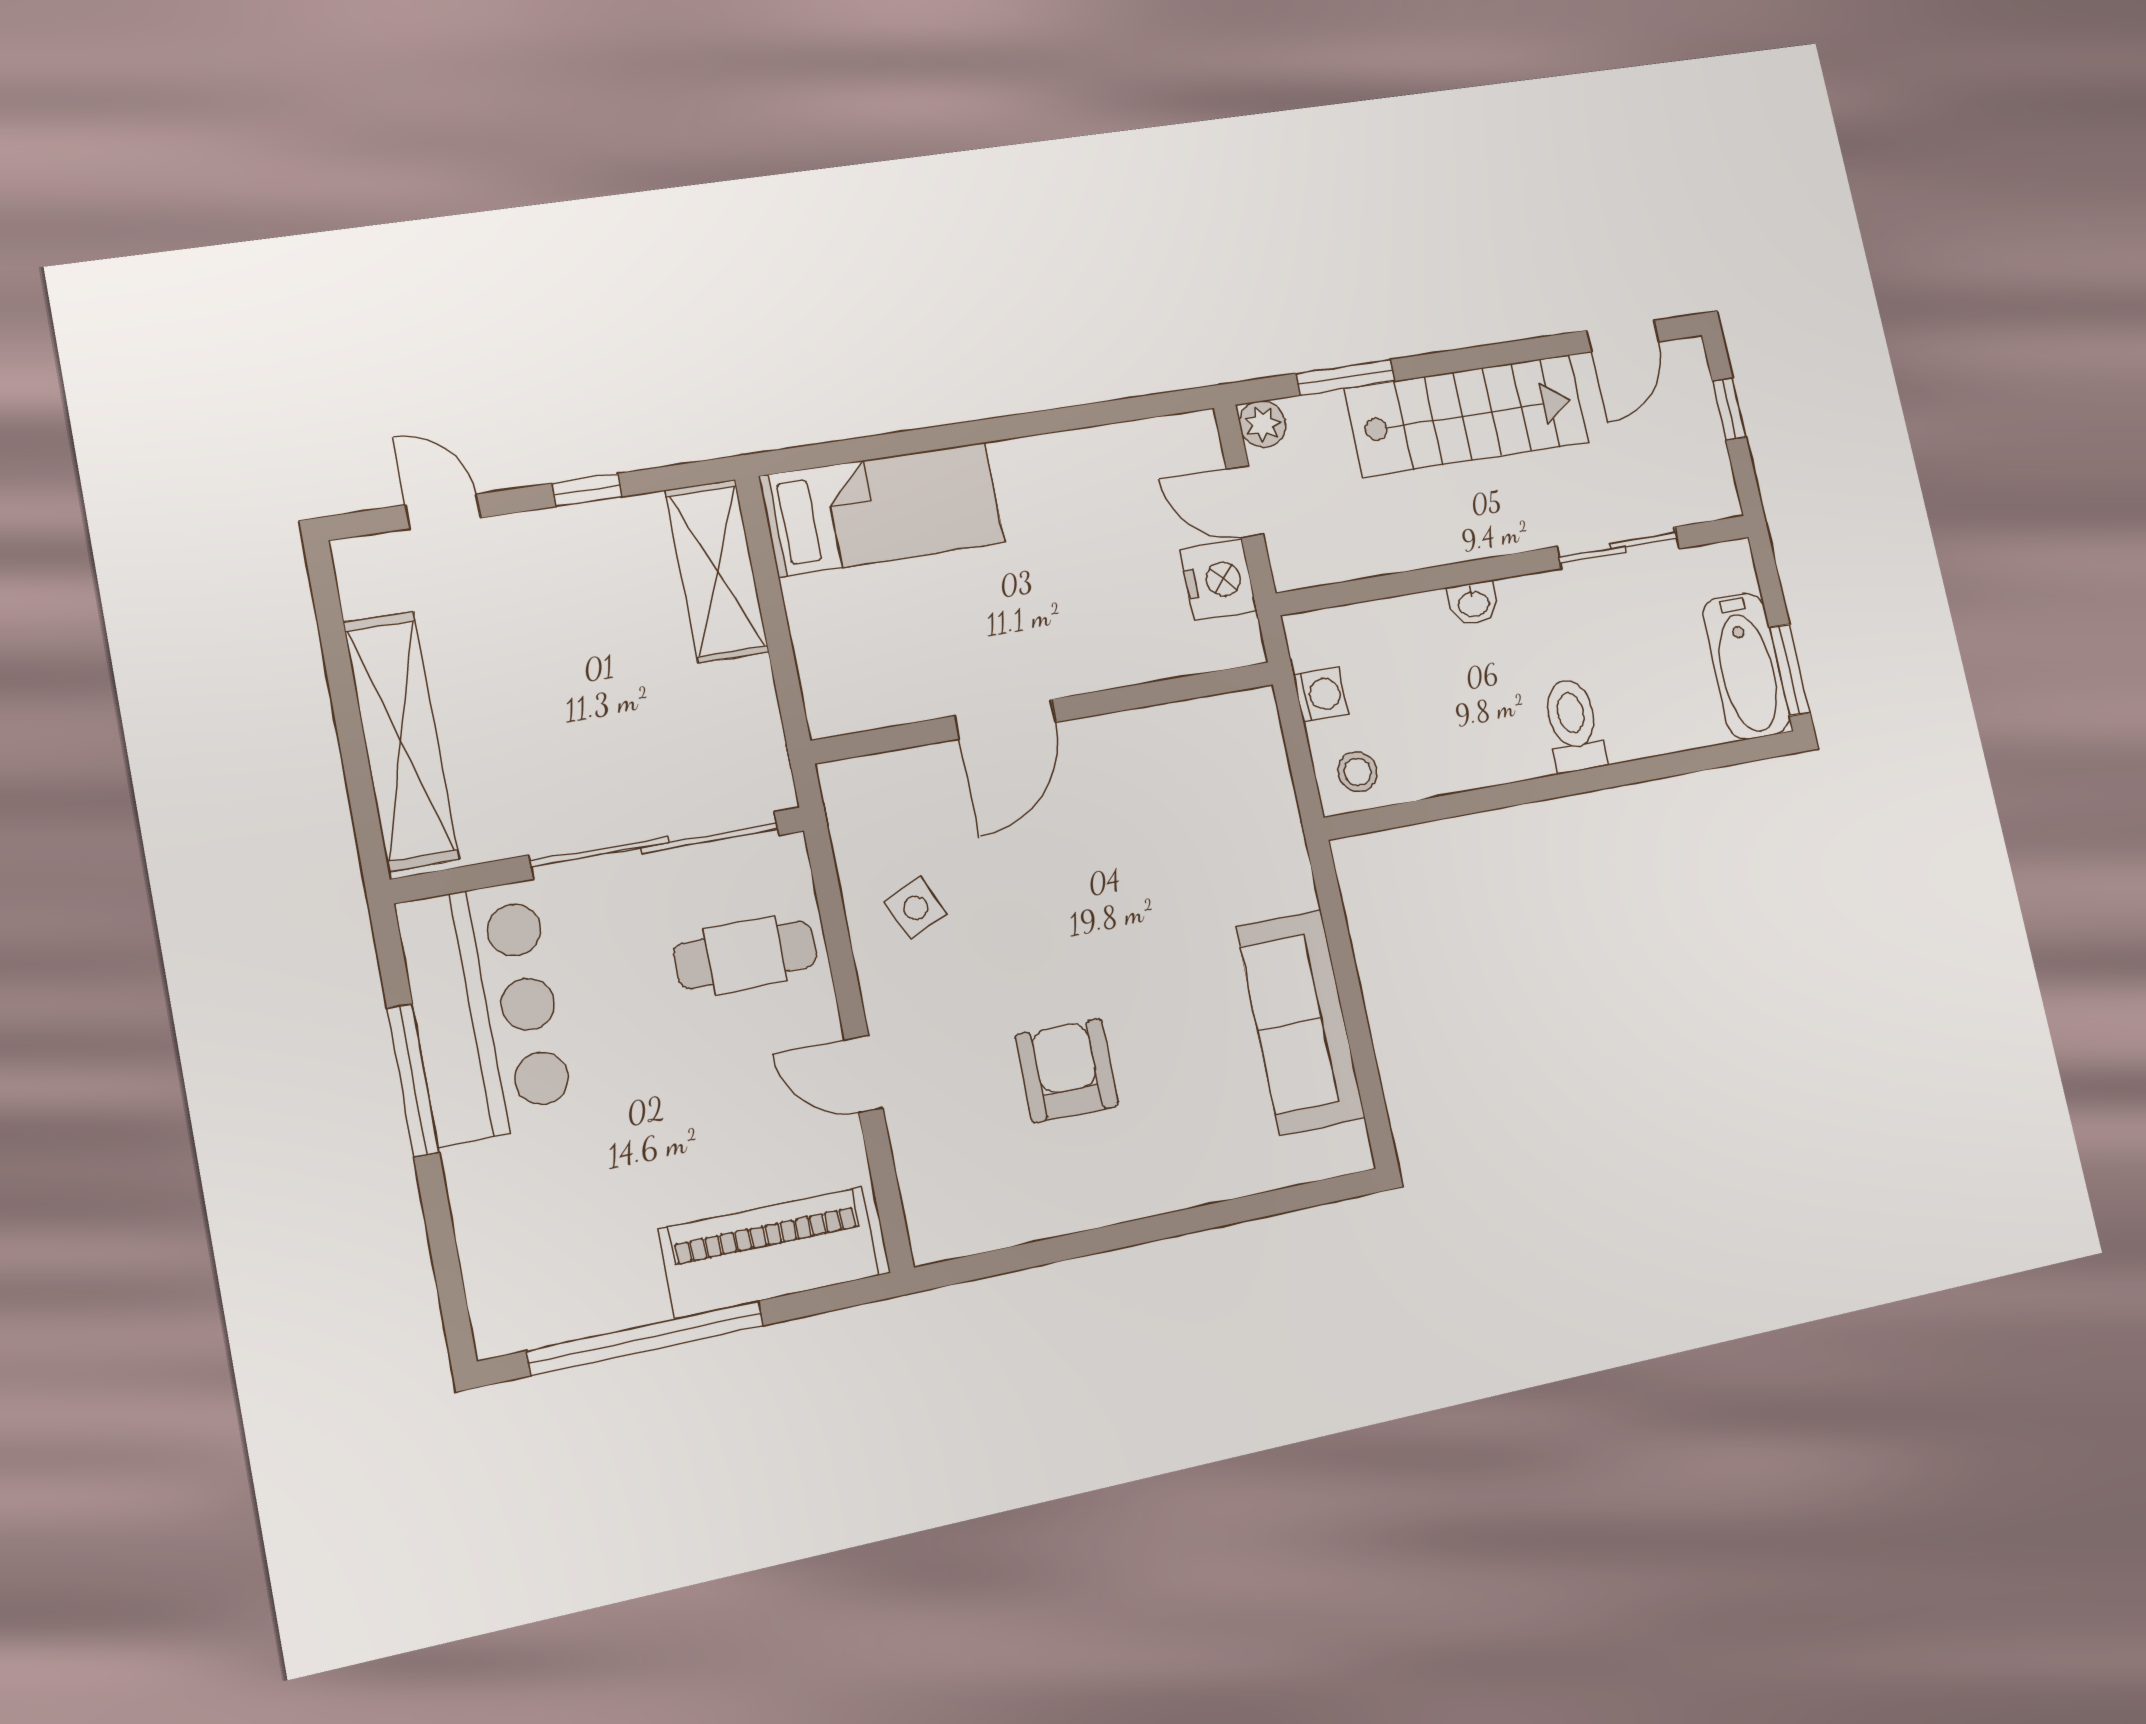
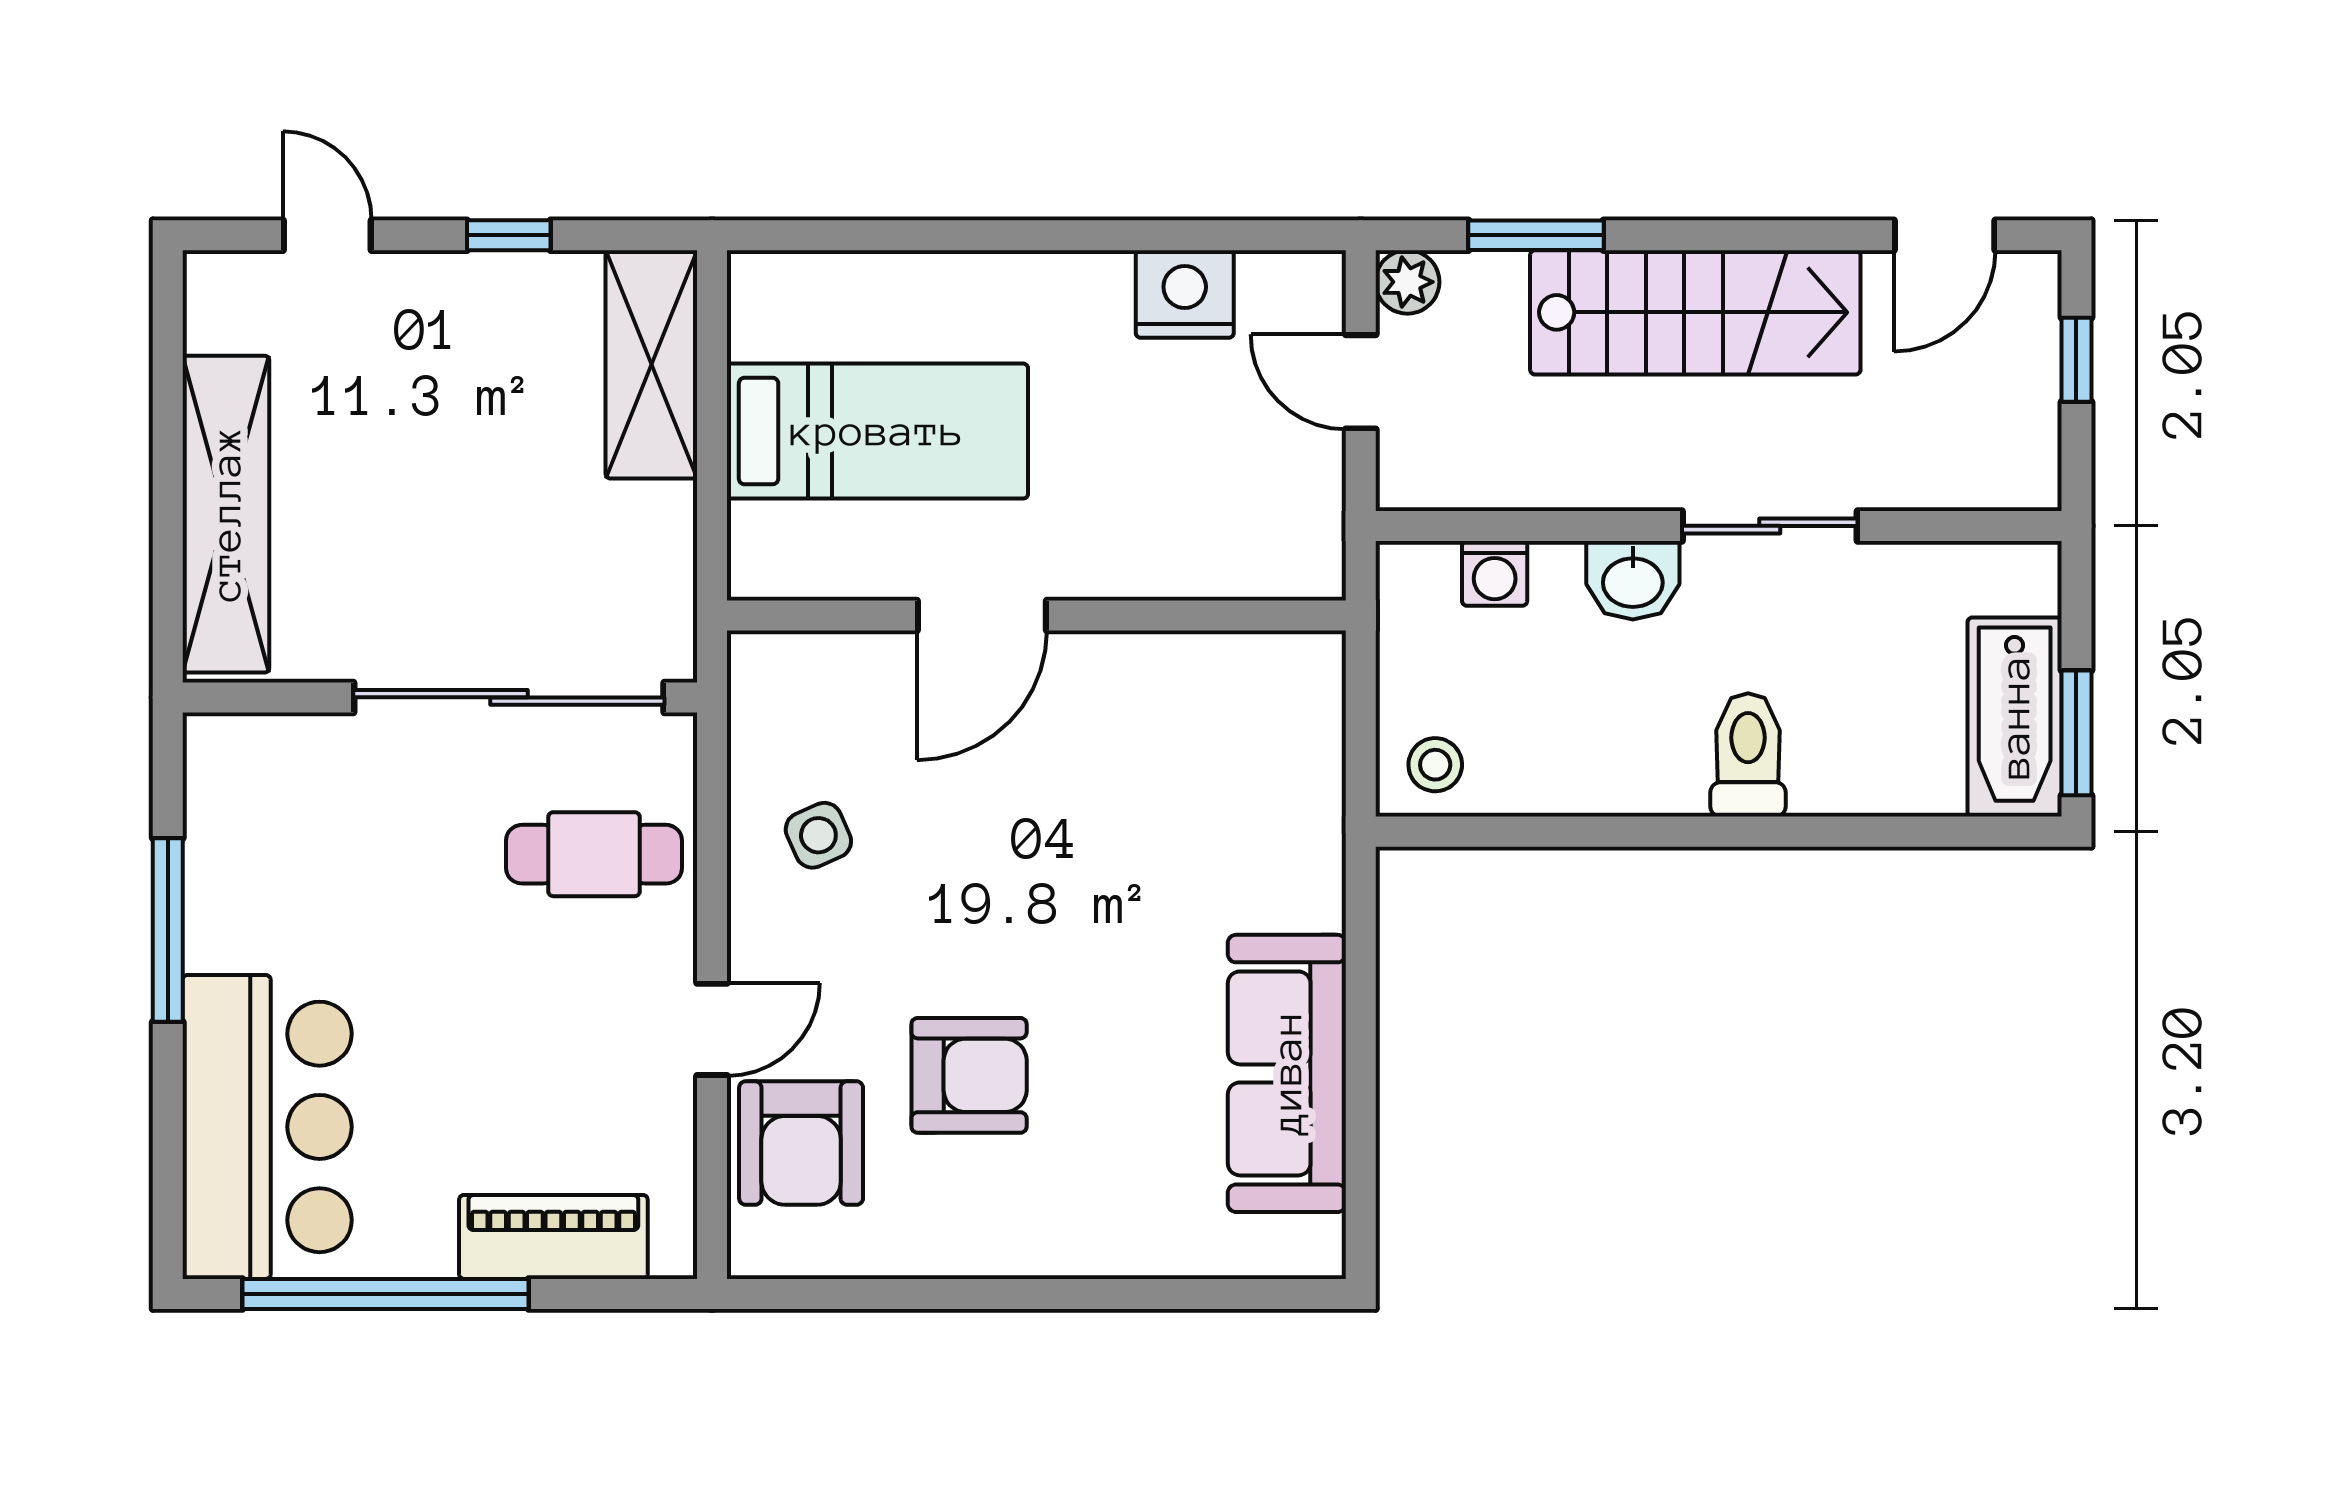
bed: (882, 509) -> (877, 431), moved
sliding door: (1618, 548) -> (1770, 526), moved
nightstand: (1218, 580) -> (1185, 294), moved, turned -90
washbasin: (1473, 603) -> (1633, 580), width x1.38, depth x1.45
washing machine: (1321, 694) -> (1495, 573), moved, turned 90
bar counter: (485, 1012) -> (267, 1127), moved
armchair: (1067, 1071) -> (969, 1075), turned 90
door: (864, 1074) -> (712, 1029), swing flipped
armchair: (950, 1149) -> (801, 1143), added
piano: (769, 1252) -> (553, 1237), width x0.73, depth x0.75

